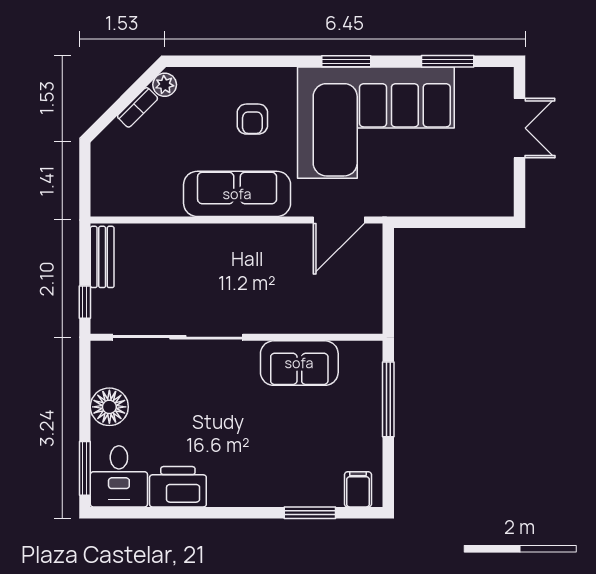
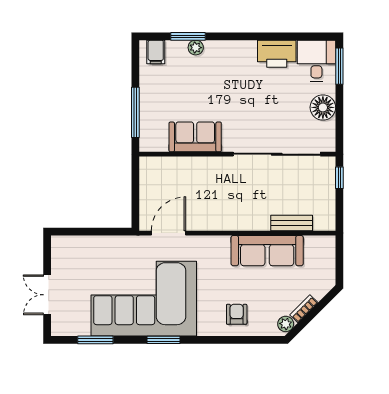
armchair: (252, 119) -> (237, 314), moved
sofa: (237, 194) -> (267, 251), moved
bench: (102, 257) -> (292, 223), moved, turned 90
plant: (299, 496) -> (196, 48), added

